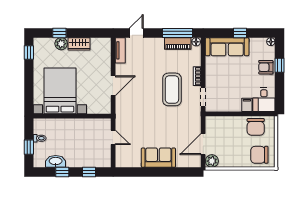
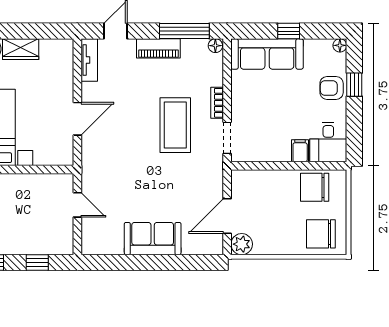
piano: (178, 43) -> (158, 48), moved
chair: (256, 127) -> (315, 187), turned 90

